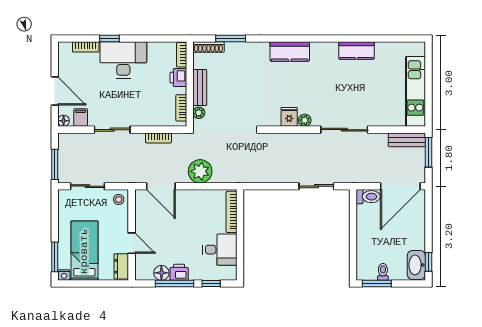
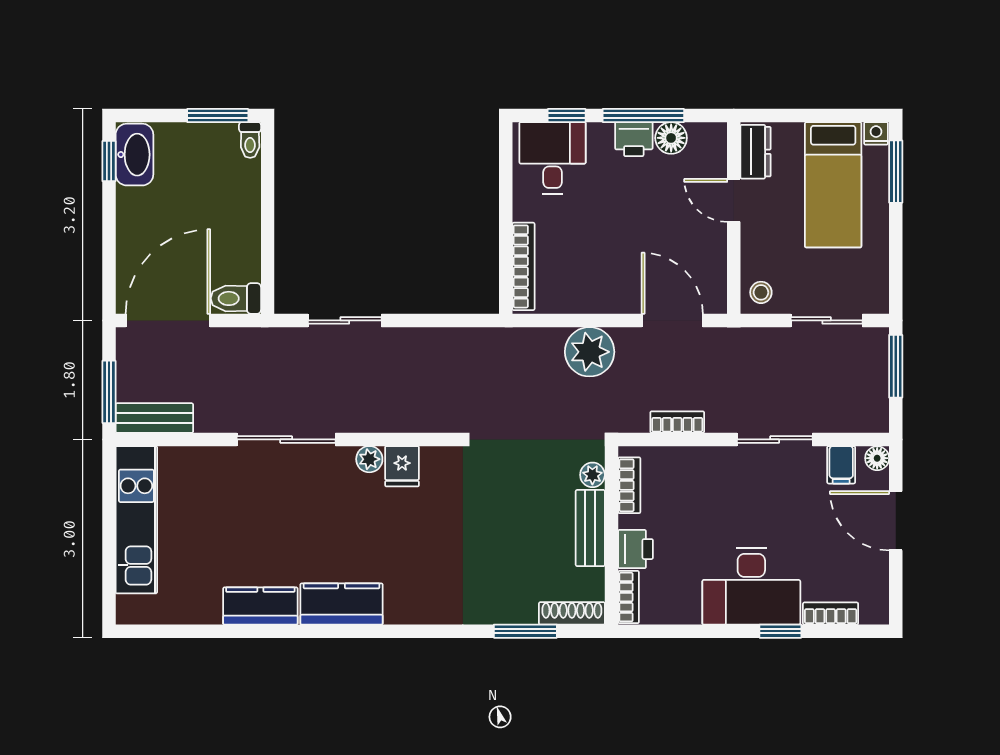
kitchen counter: (290, 51) -> (341, 604), moved
desk: (220, 250) -> (553, 158), moved, turned 90
toilet: (383, 272) -> (250, 140), moved

